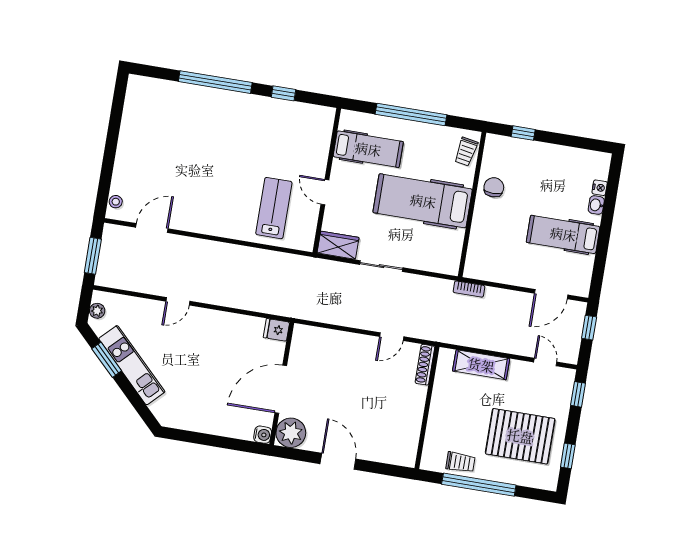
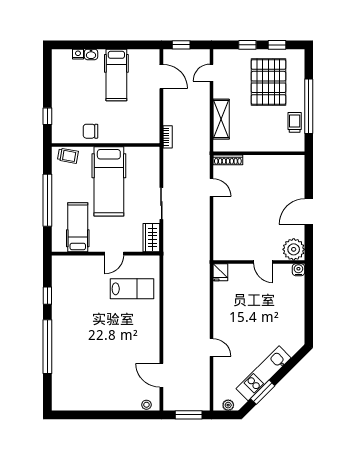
lab bench: (274, 208) -> (132, 289), turned 180
door: (281, 389) -> (263, 262), width x0.53
window: (578, 394) -> (247, 45), moved

